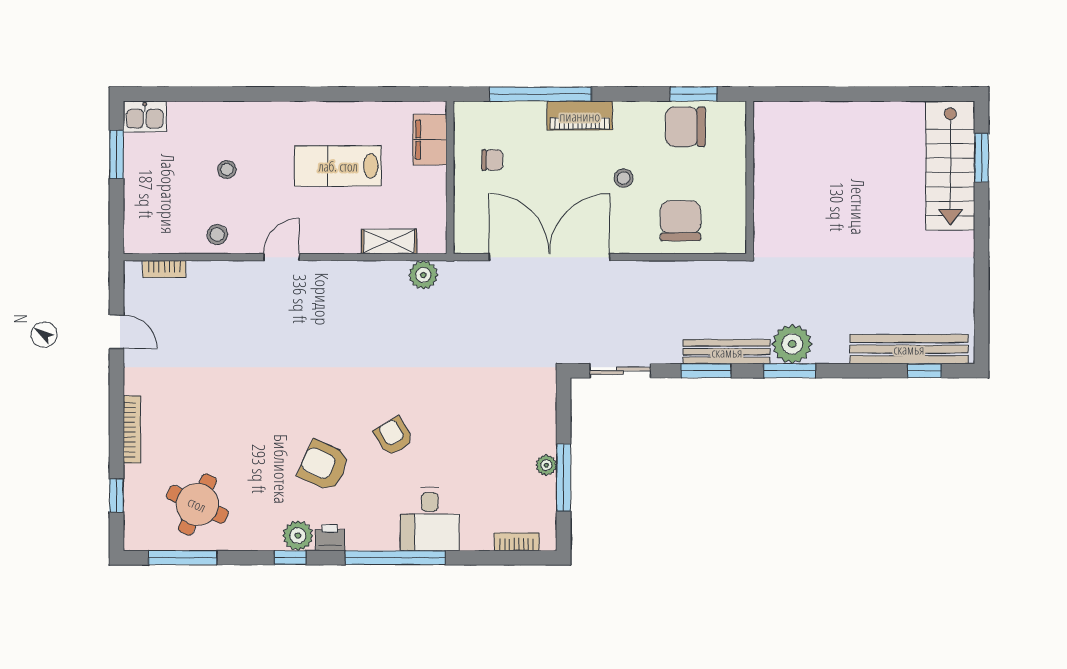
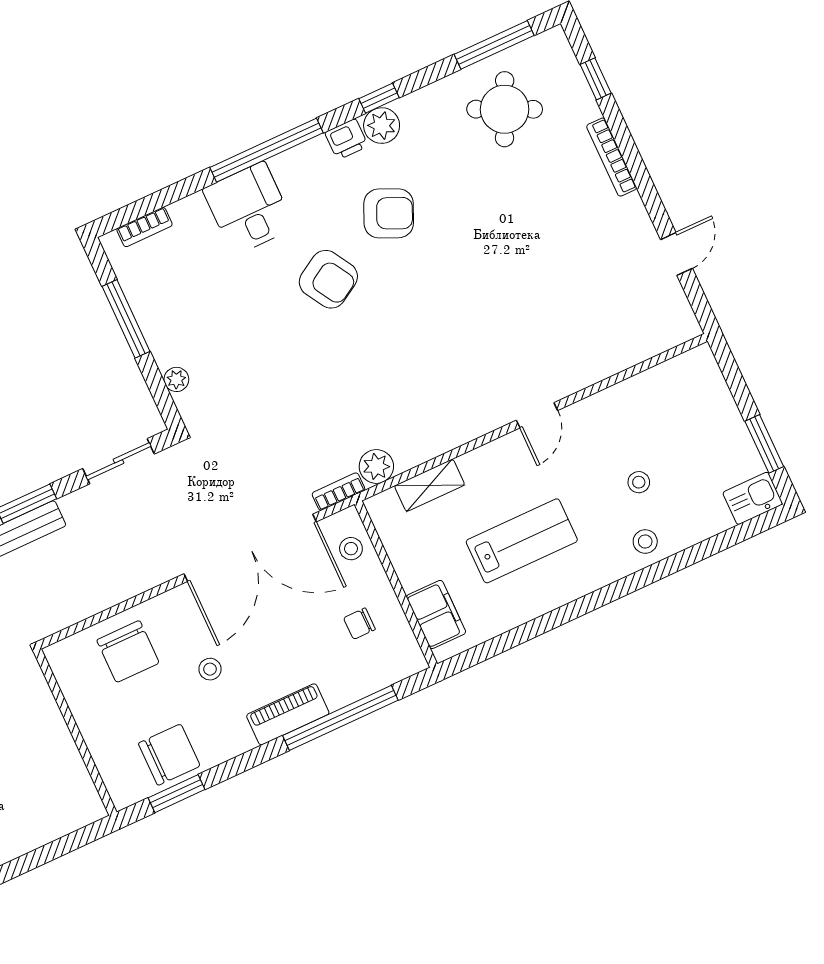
stool: (472, 221) -> (351, 549), added
stool: (217, 234) -> (645, 542), moved
bookcase: (164, 269) -> (338, 492), moved
door: (117, 332) -> (676, 254), swing flipped
armchair: (394, 436) -> (328, 279), width x1.38, depth x1.38
plant: (546, 465) -> (176, 379), moved

